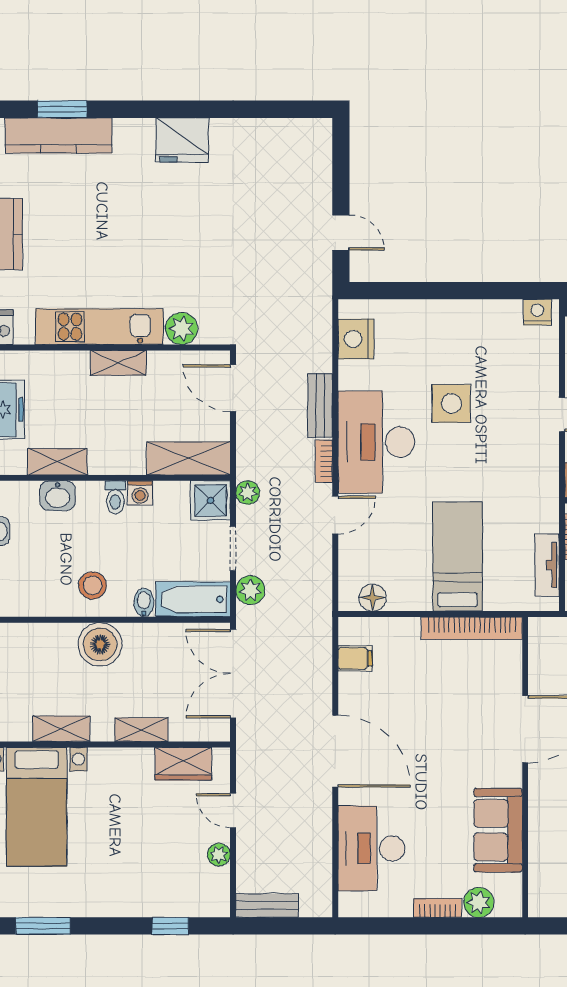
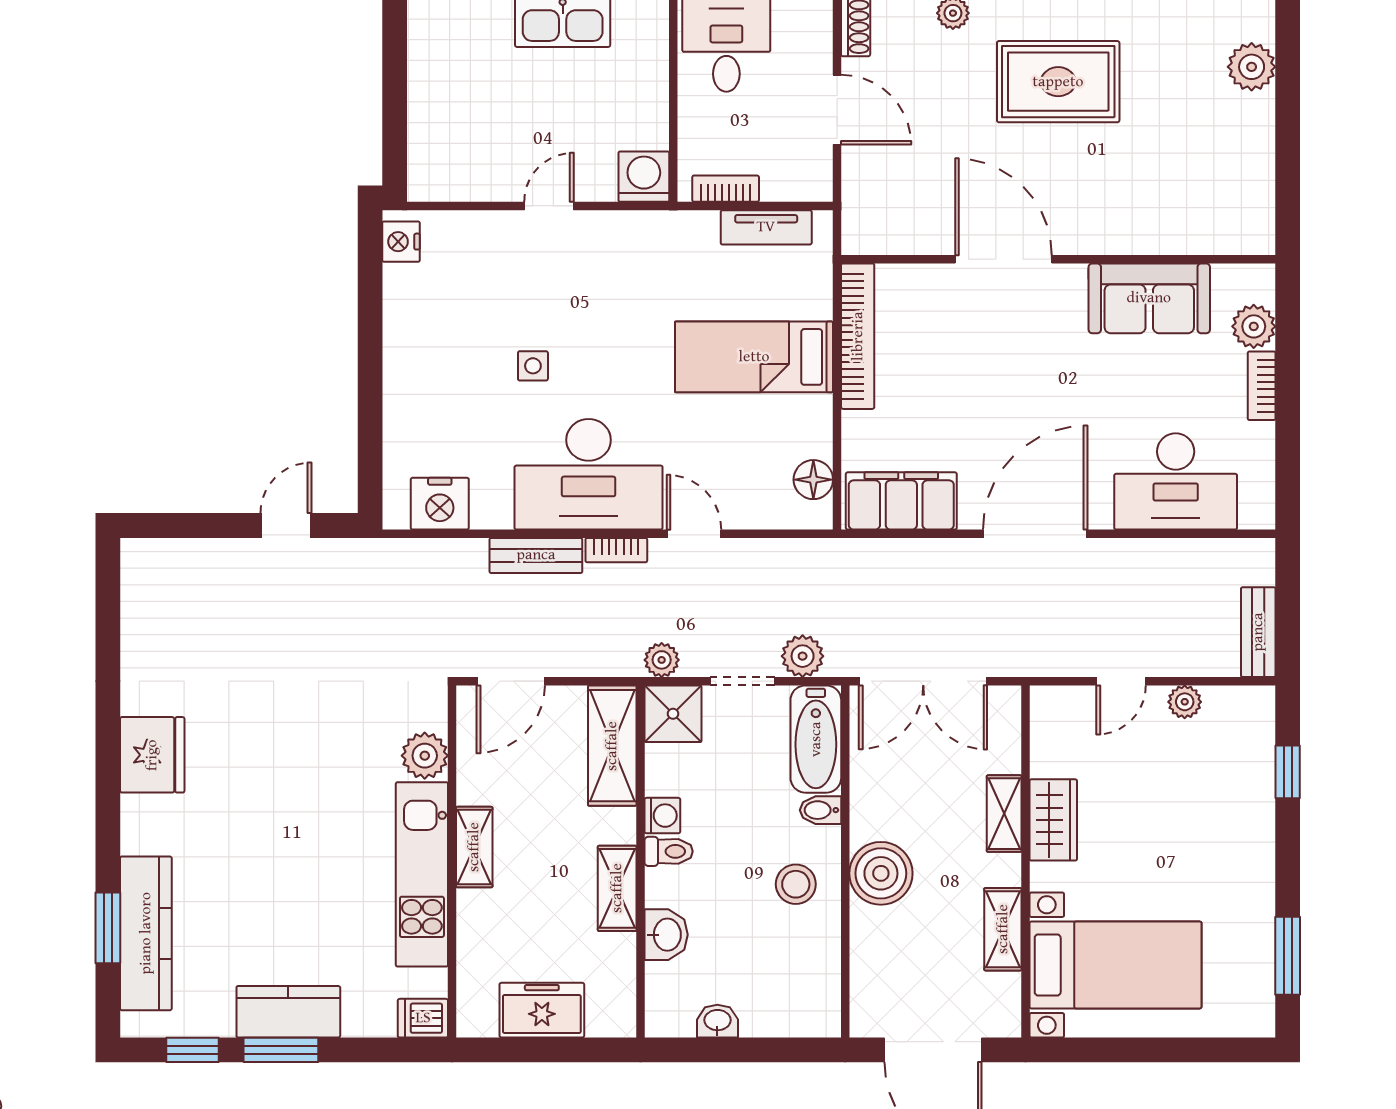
side table: (451, 403) -> (533, 366), width x0.54, depth x0.54
shelving: (57, 462) -> (617, 888), moved
filing cabinet: (355, 658) -> (901, 501), width x3.00, depth x1.17
wardrobe: (183, 764) -> (1053, 820), moved

